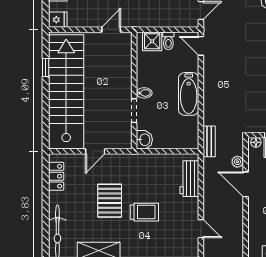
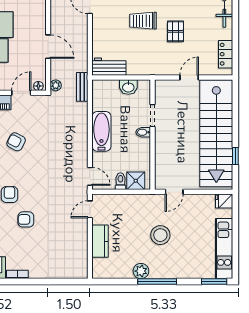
washbasin: (144, 140) -> (128, 87), moved, turned -90
plant: (237, 162) -> (56, 85), moved
workbench: (189, 179) -> (109, 67), moved, turned -90
pallet: (110, 201) -> (176, 31), width x0.67, depth x0.71

